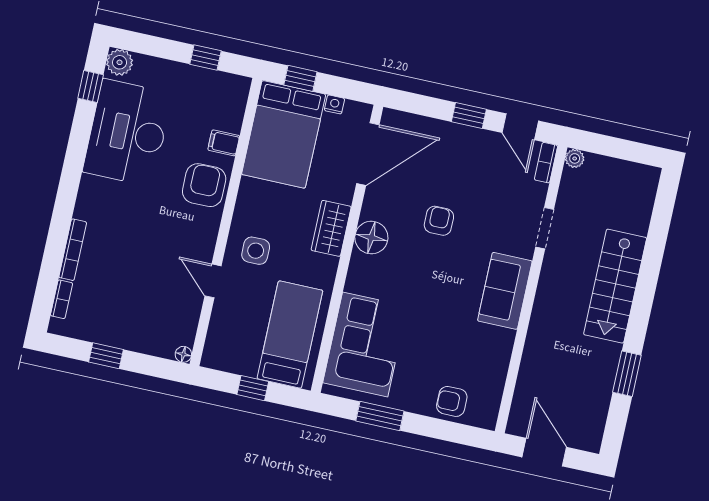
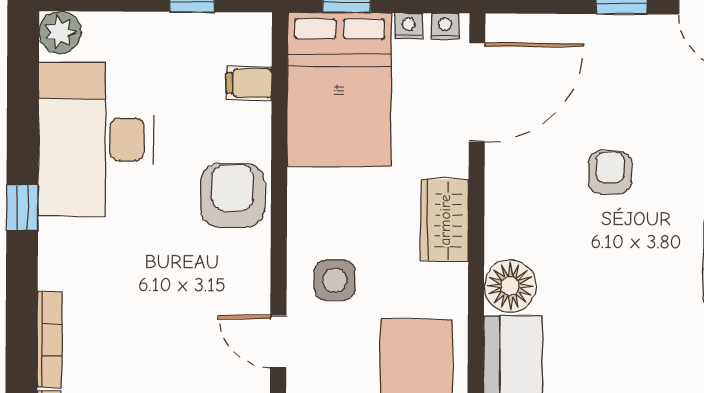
window: (91, 87) -> (22, 208), moved
nightstand: (357, 109) -> (445, 26), added
filing cabinet: (224, 143) -> (249, 83), moved
floor lamp: (371, 238) -> (510, 286), moved

